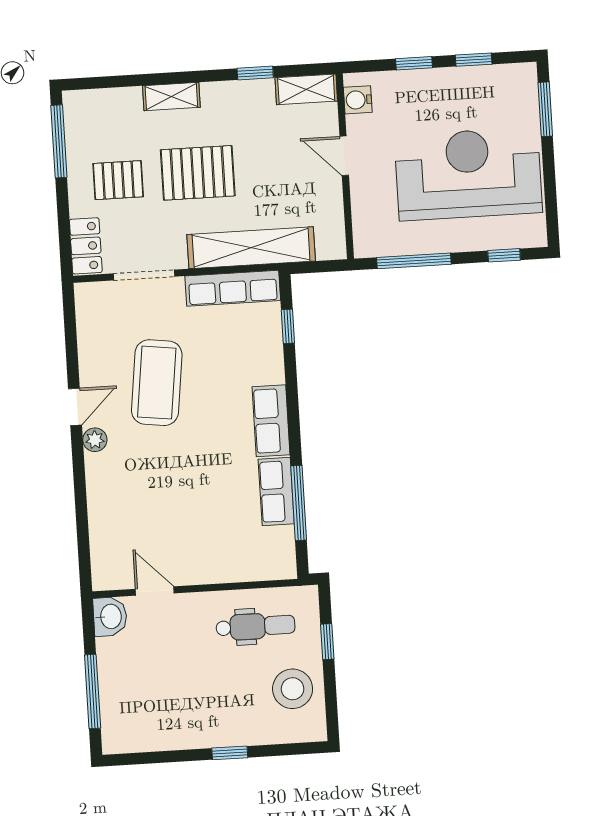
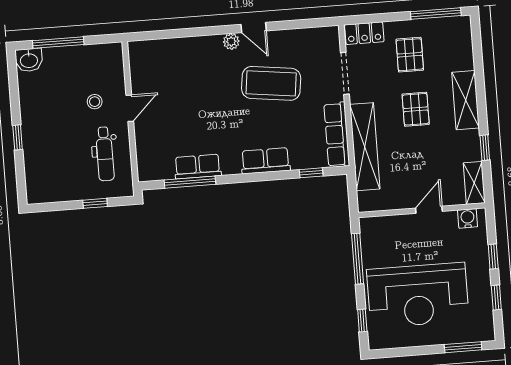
shelving: (171, 97) -> (466, 100), width x1.50, depth x1.33
pallet: (198, 173) -> (416, 109), width x0.67, depth x0.71
reception desk: (468, 174) -> (418, 295), turned 90
row of seats: (271, 421) -> (266, 161), moved
door: (155, 591) -> (130, 108), moved
washbasin: (110, 617) -> (29, 60), moved
stool: (293, 689) -> (95, 102), moved, width x0.53, depth x0.53

